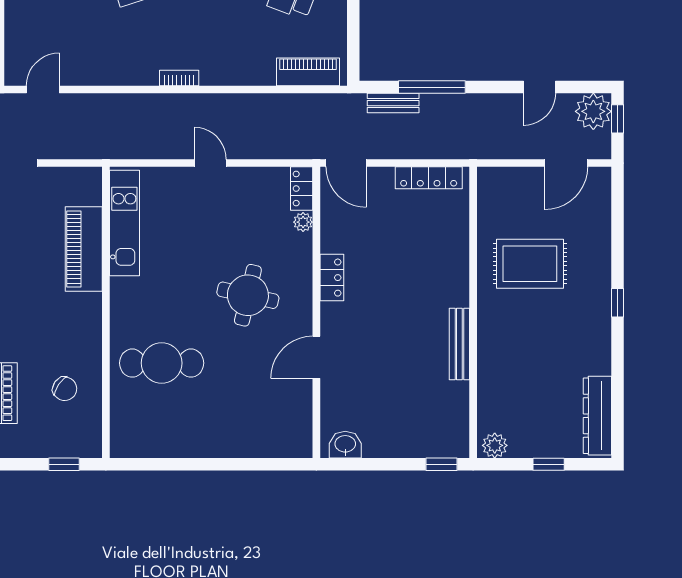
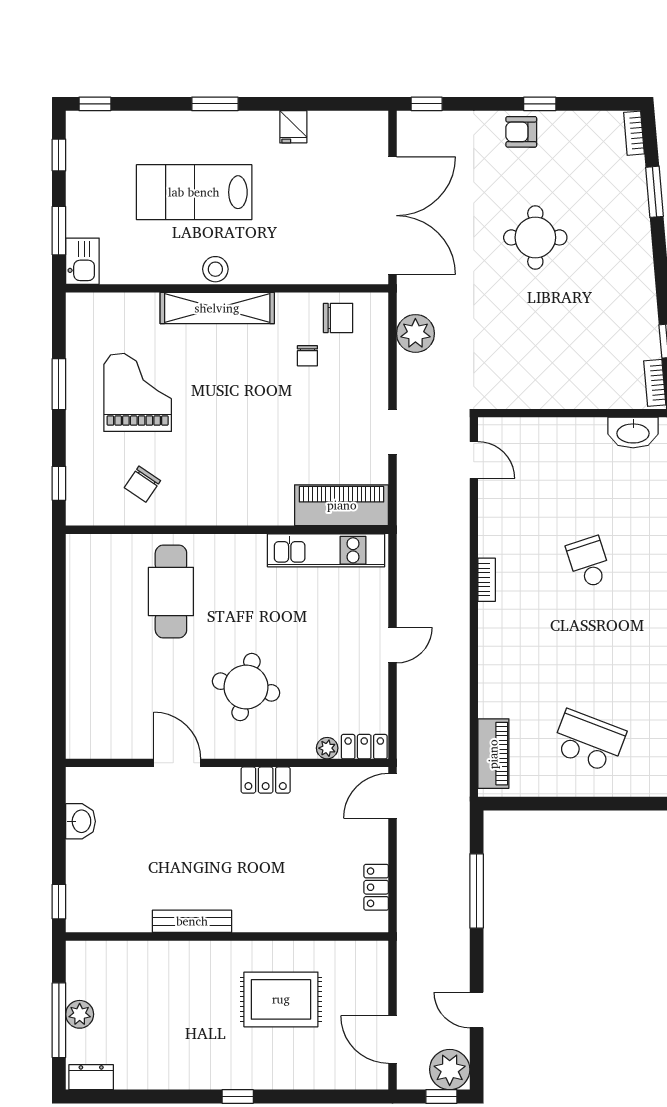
bookcase: (179, 78) -> (487, 580), moved
bench: (393, 103) -> (459, 848), removed
locker: (429, 178) -> (376, 887), width x0.66
piano: (84, 249) -> (342, 505), moved
rug: (530, 264) -> (281, 999), turned 90
dresser: (597, 416) -> (91, 1077), width x0.51, depth x0.80
washbasin: (345, 445) -> (81, 821), moved
plant: (495, 445) -> (80, 1014), moved
window: (549, 464) -> (59, 1020), width x2.17

